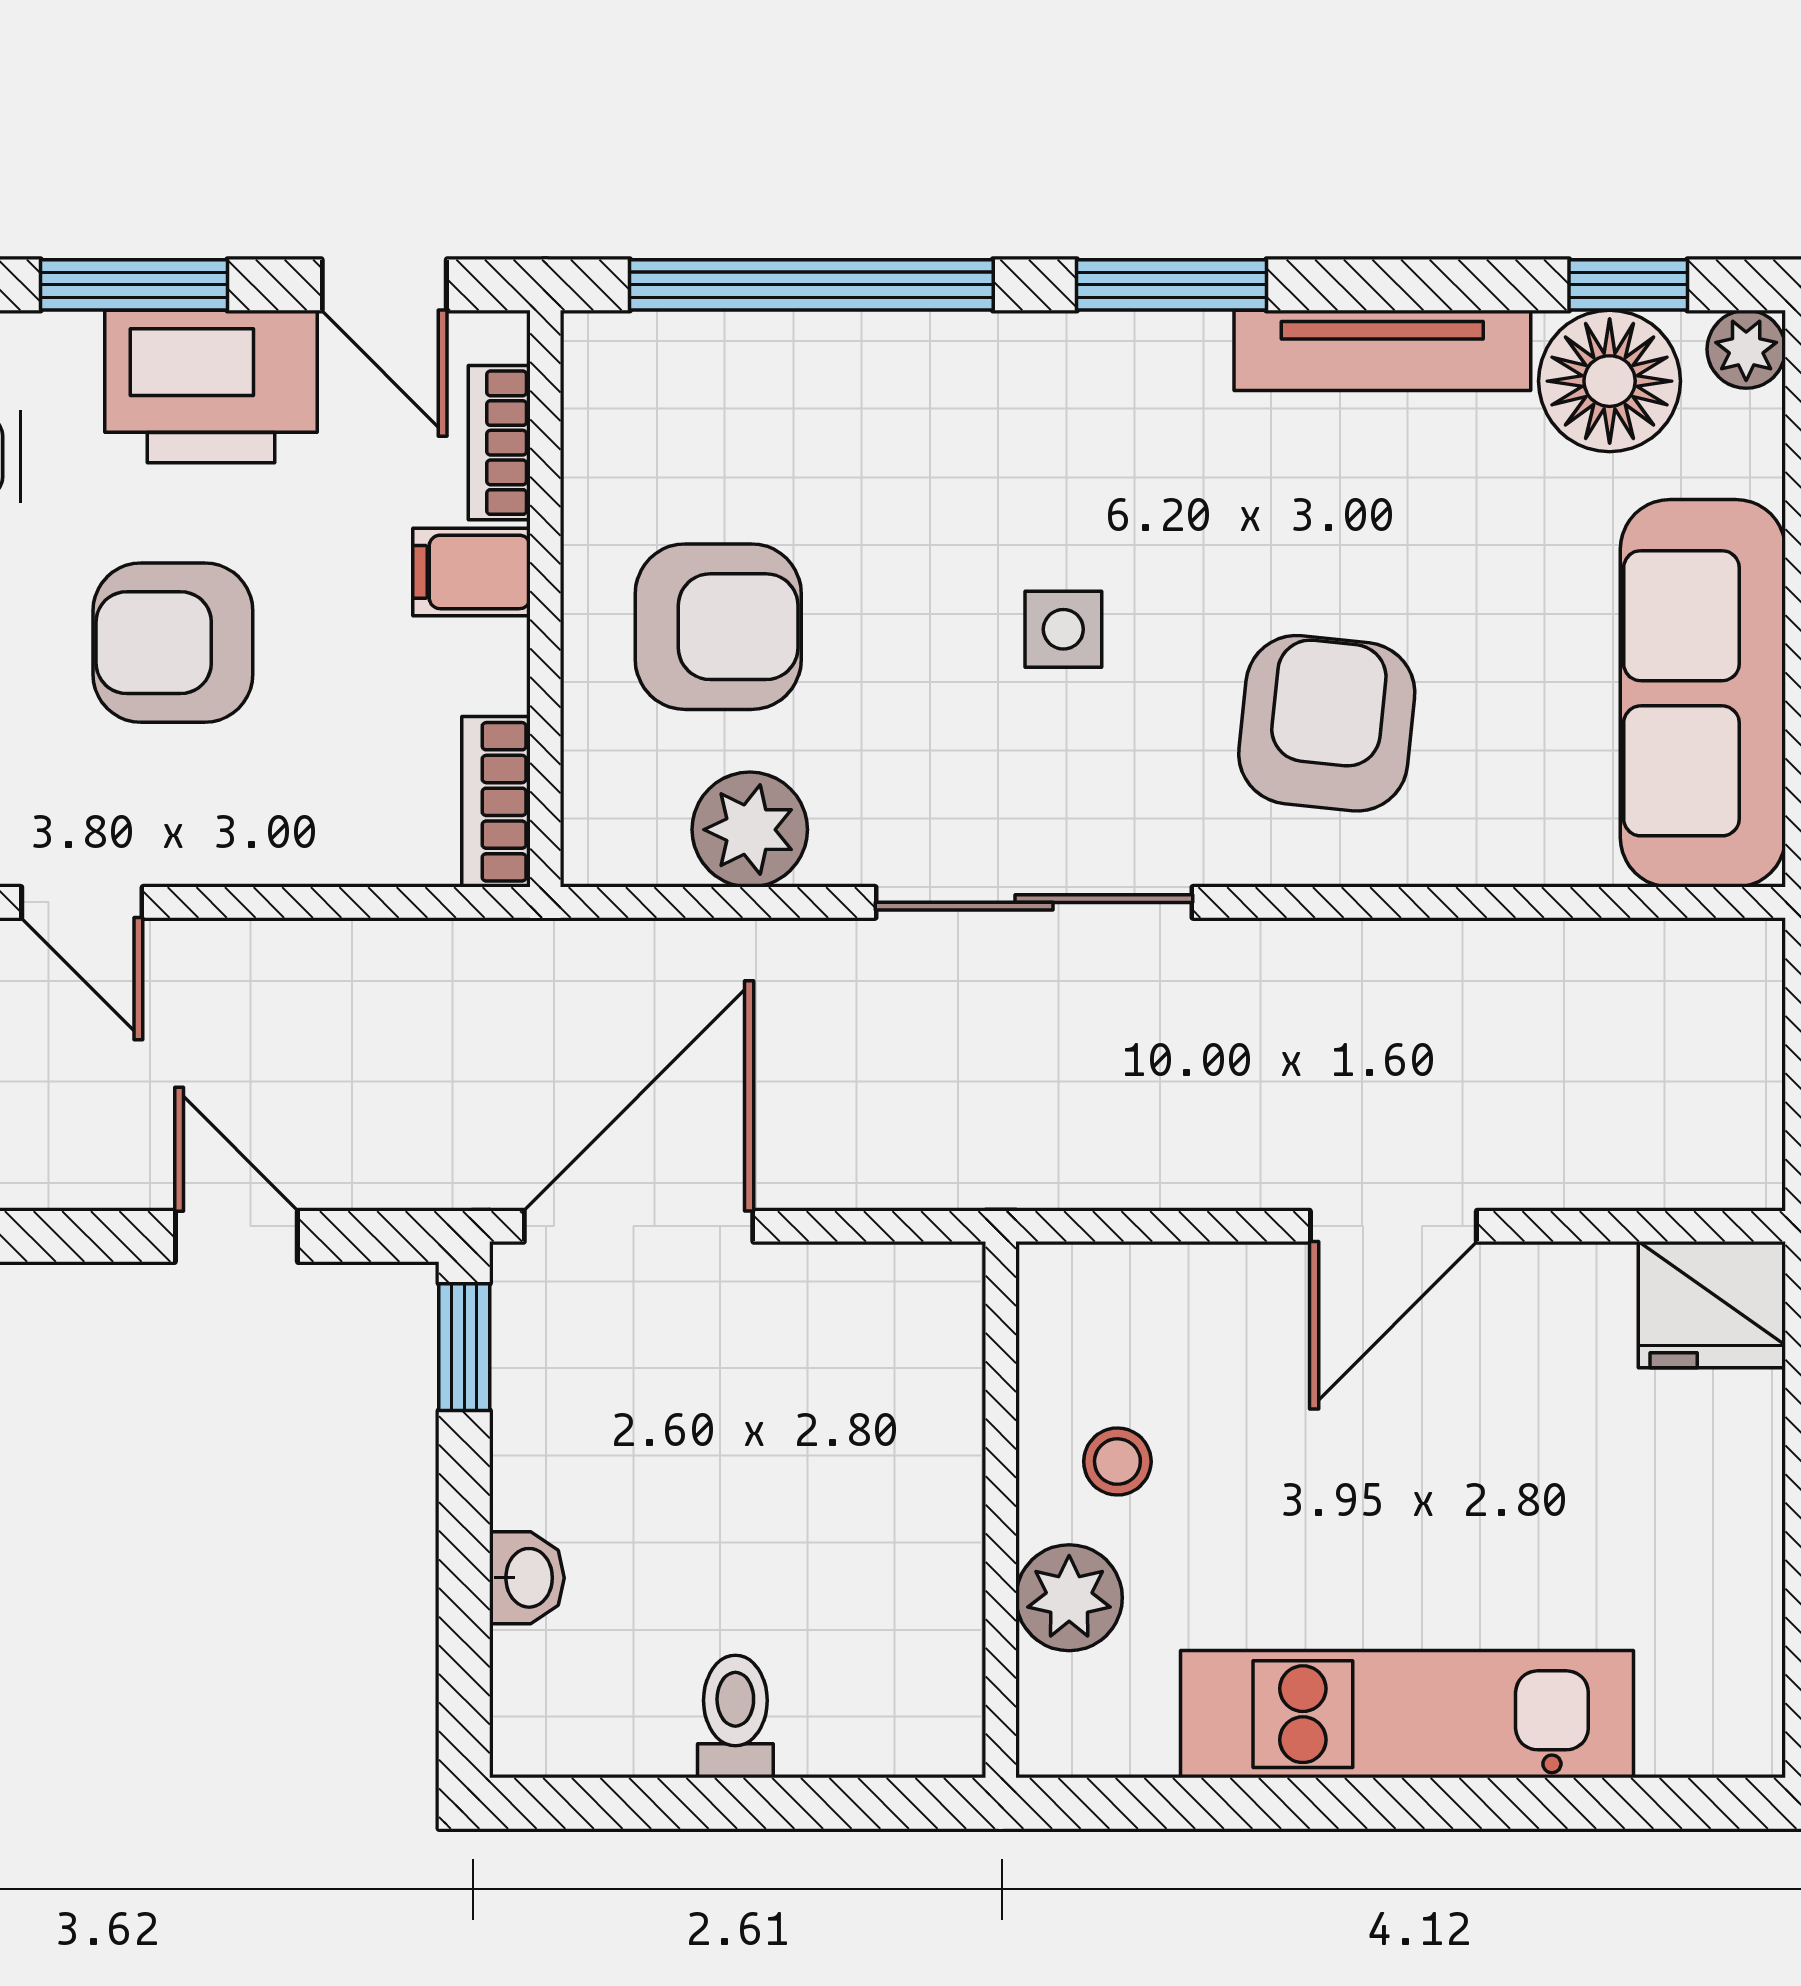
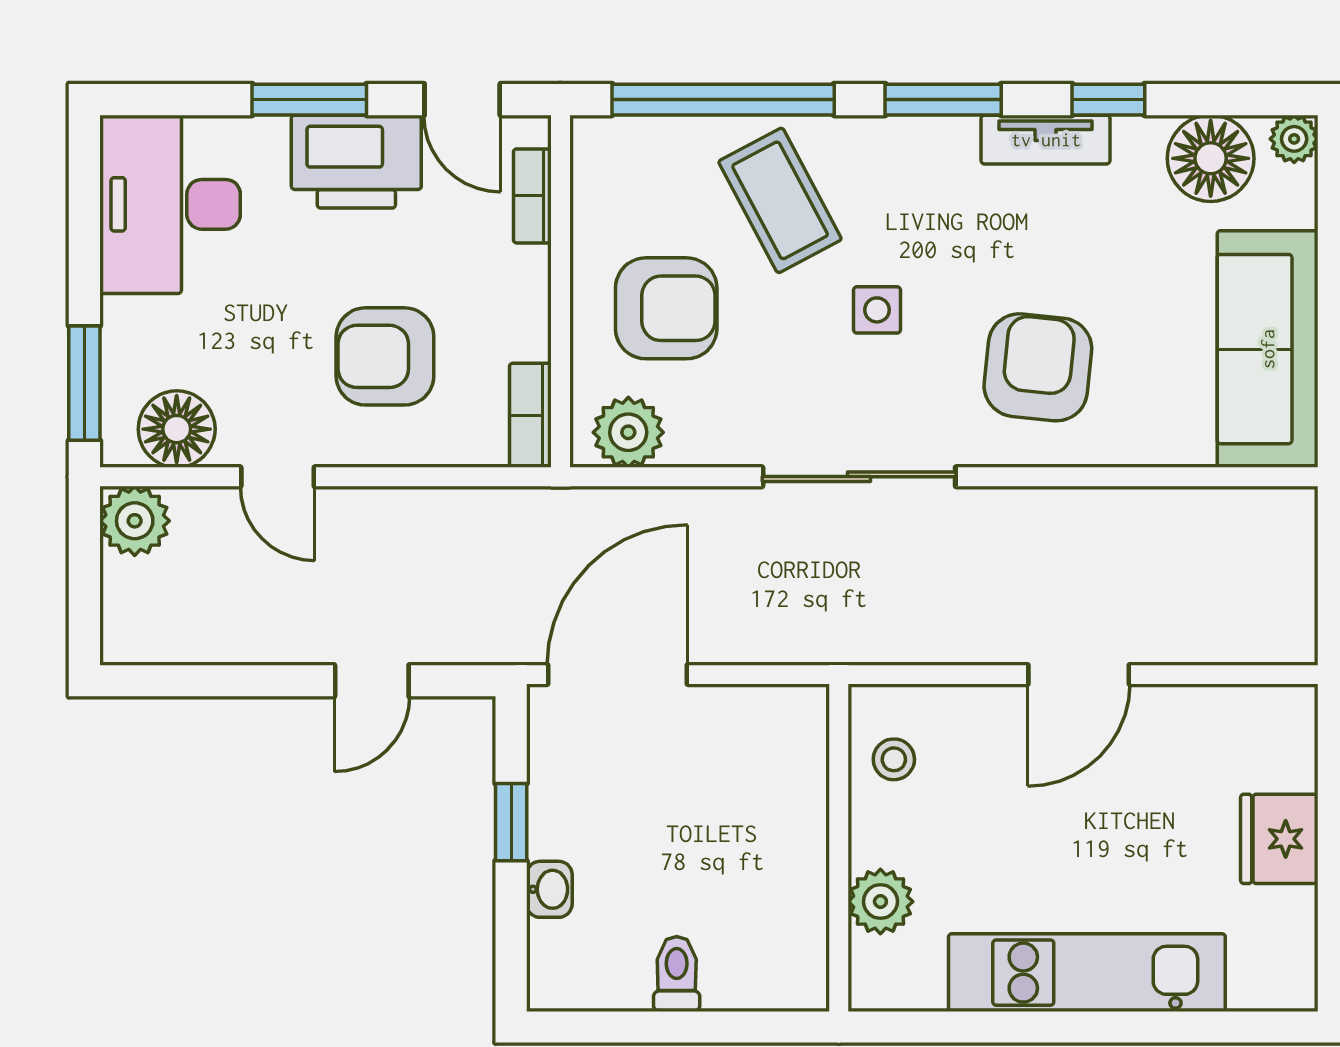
window: (1628, 285) -> (1108, 100), moved
tv unit: (1382, 350) -> (1046, 140), width x0.71
coffee table: (905, 450) -> (780, 200), added
filing cabinet: (472, 572) -> (515, 275), removed
armchair: (173, 643) -> (385, 356), moved
plant: (750, 830) -> (628, 432), moved
door: (236, 1236) -> (372, 681), swing flipped
fridge: (1712, 1305) -> (1279, 839), moved, turned 90
window: (464, 1347) -> (511, 822), moved
stool: (1117, 1462) -> (894, 759), moved

